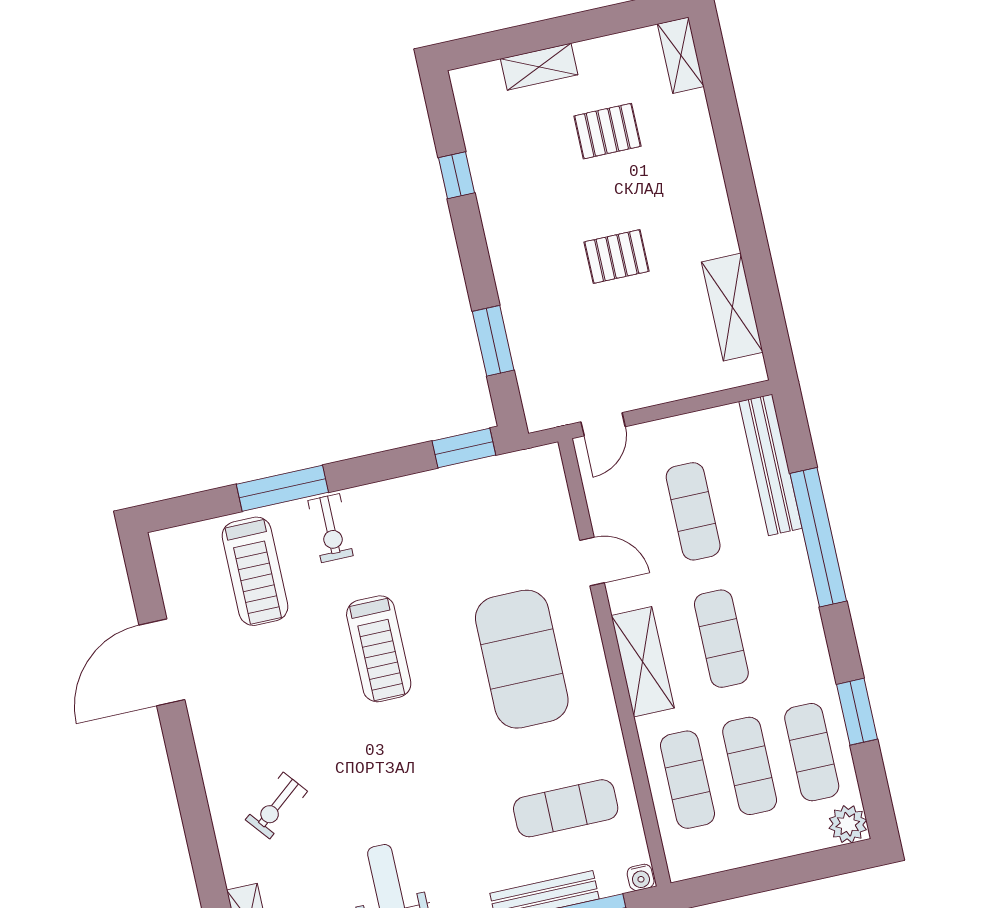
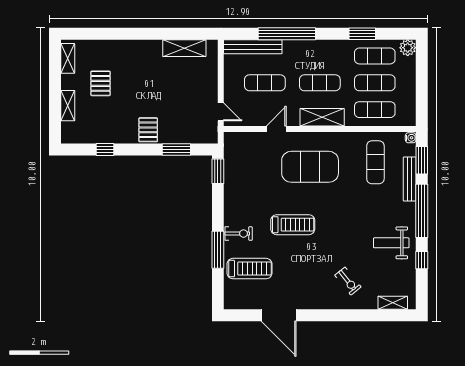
shelving: (681, 55) -> (68, 58), moved, turned 90
pallet: (617, 257) -> (148, 130), moved

